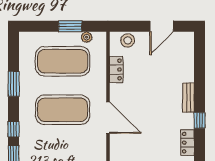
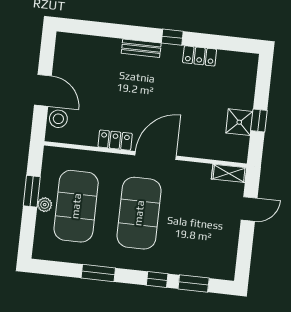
door: (162, 26) -> (43, 90), moved
plant: (87, 37) -> (45, 205), moved
locker: (116, 69) -> (115, 140), moved

